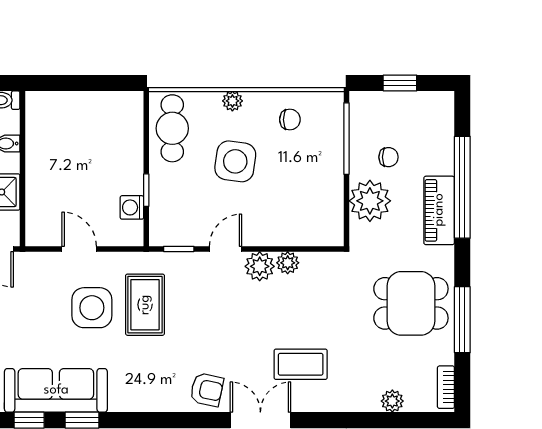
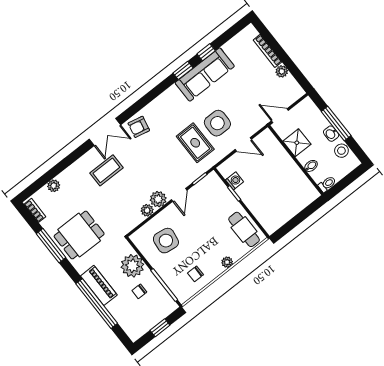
side table: (235, 161) -> (166, 241), moved

